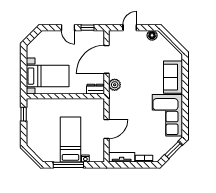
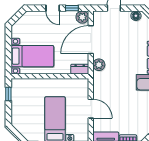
plant: (98, 37) -> (82, 17), added
door: (106, 129) -> (91, 109), hinge flipped

